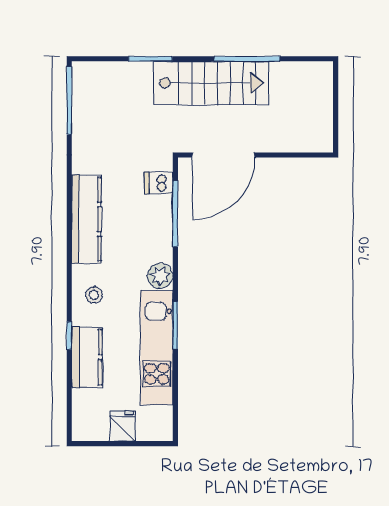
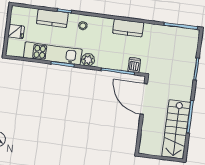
stairs: (211, 83) -> (176, 129), moved
kitchen counter: (86, 219) -> (128, 28), width x0.67

